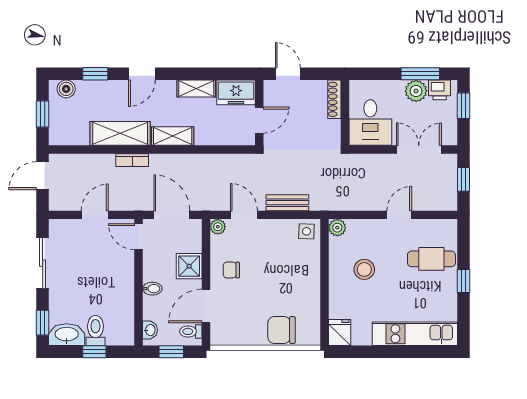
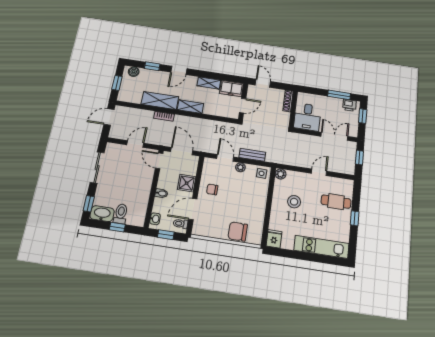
plant: (416, 91) -> (336, 104), removed
plant: (218, 227) -> (240, 167), moved

